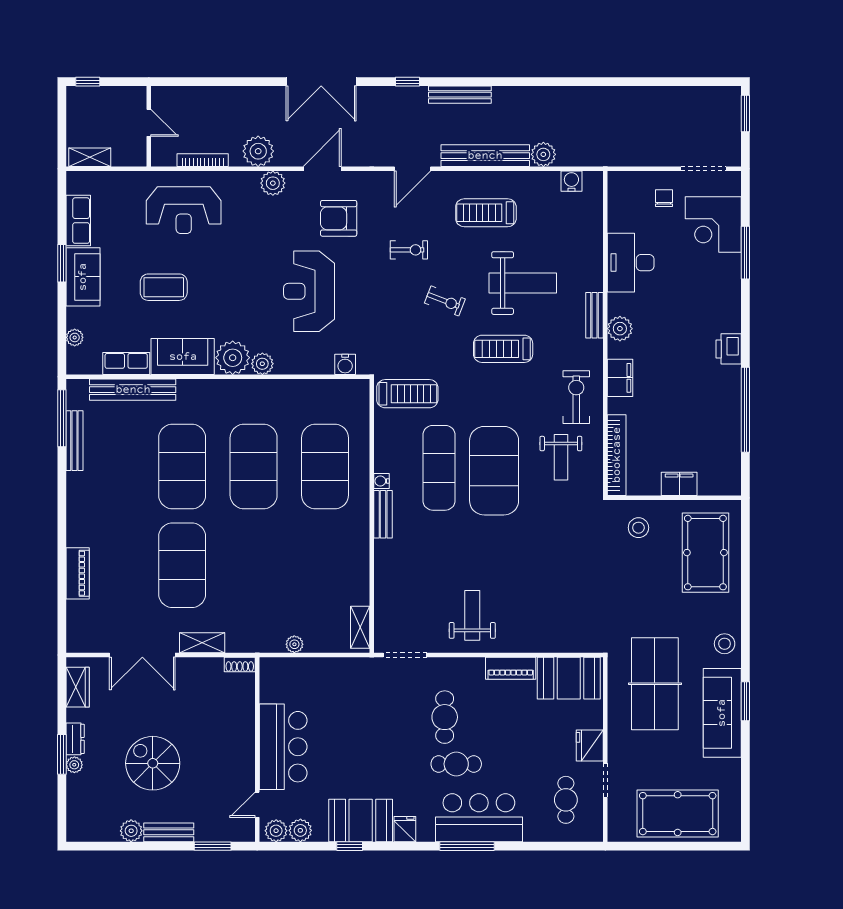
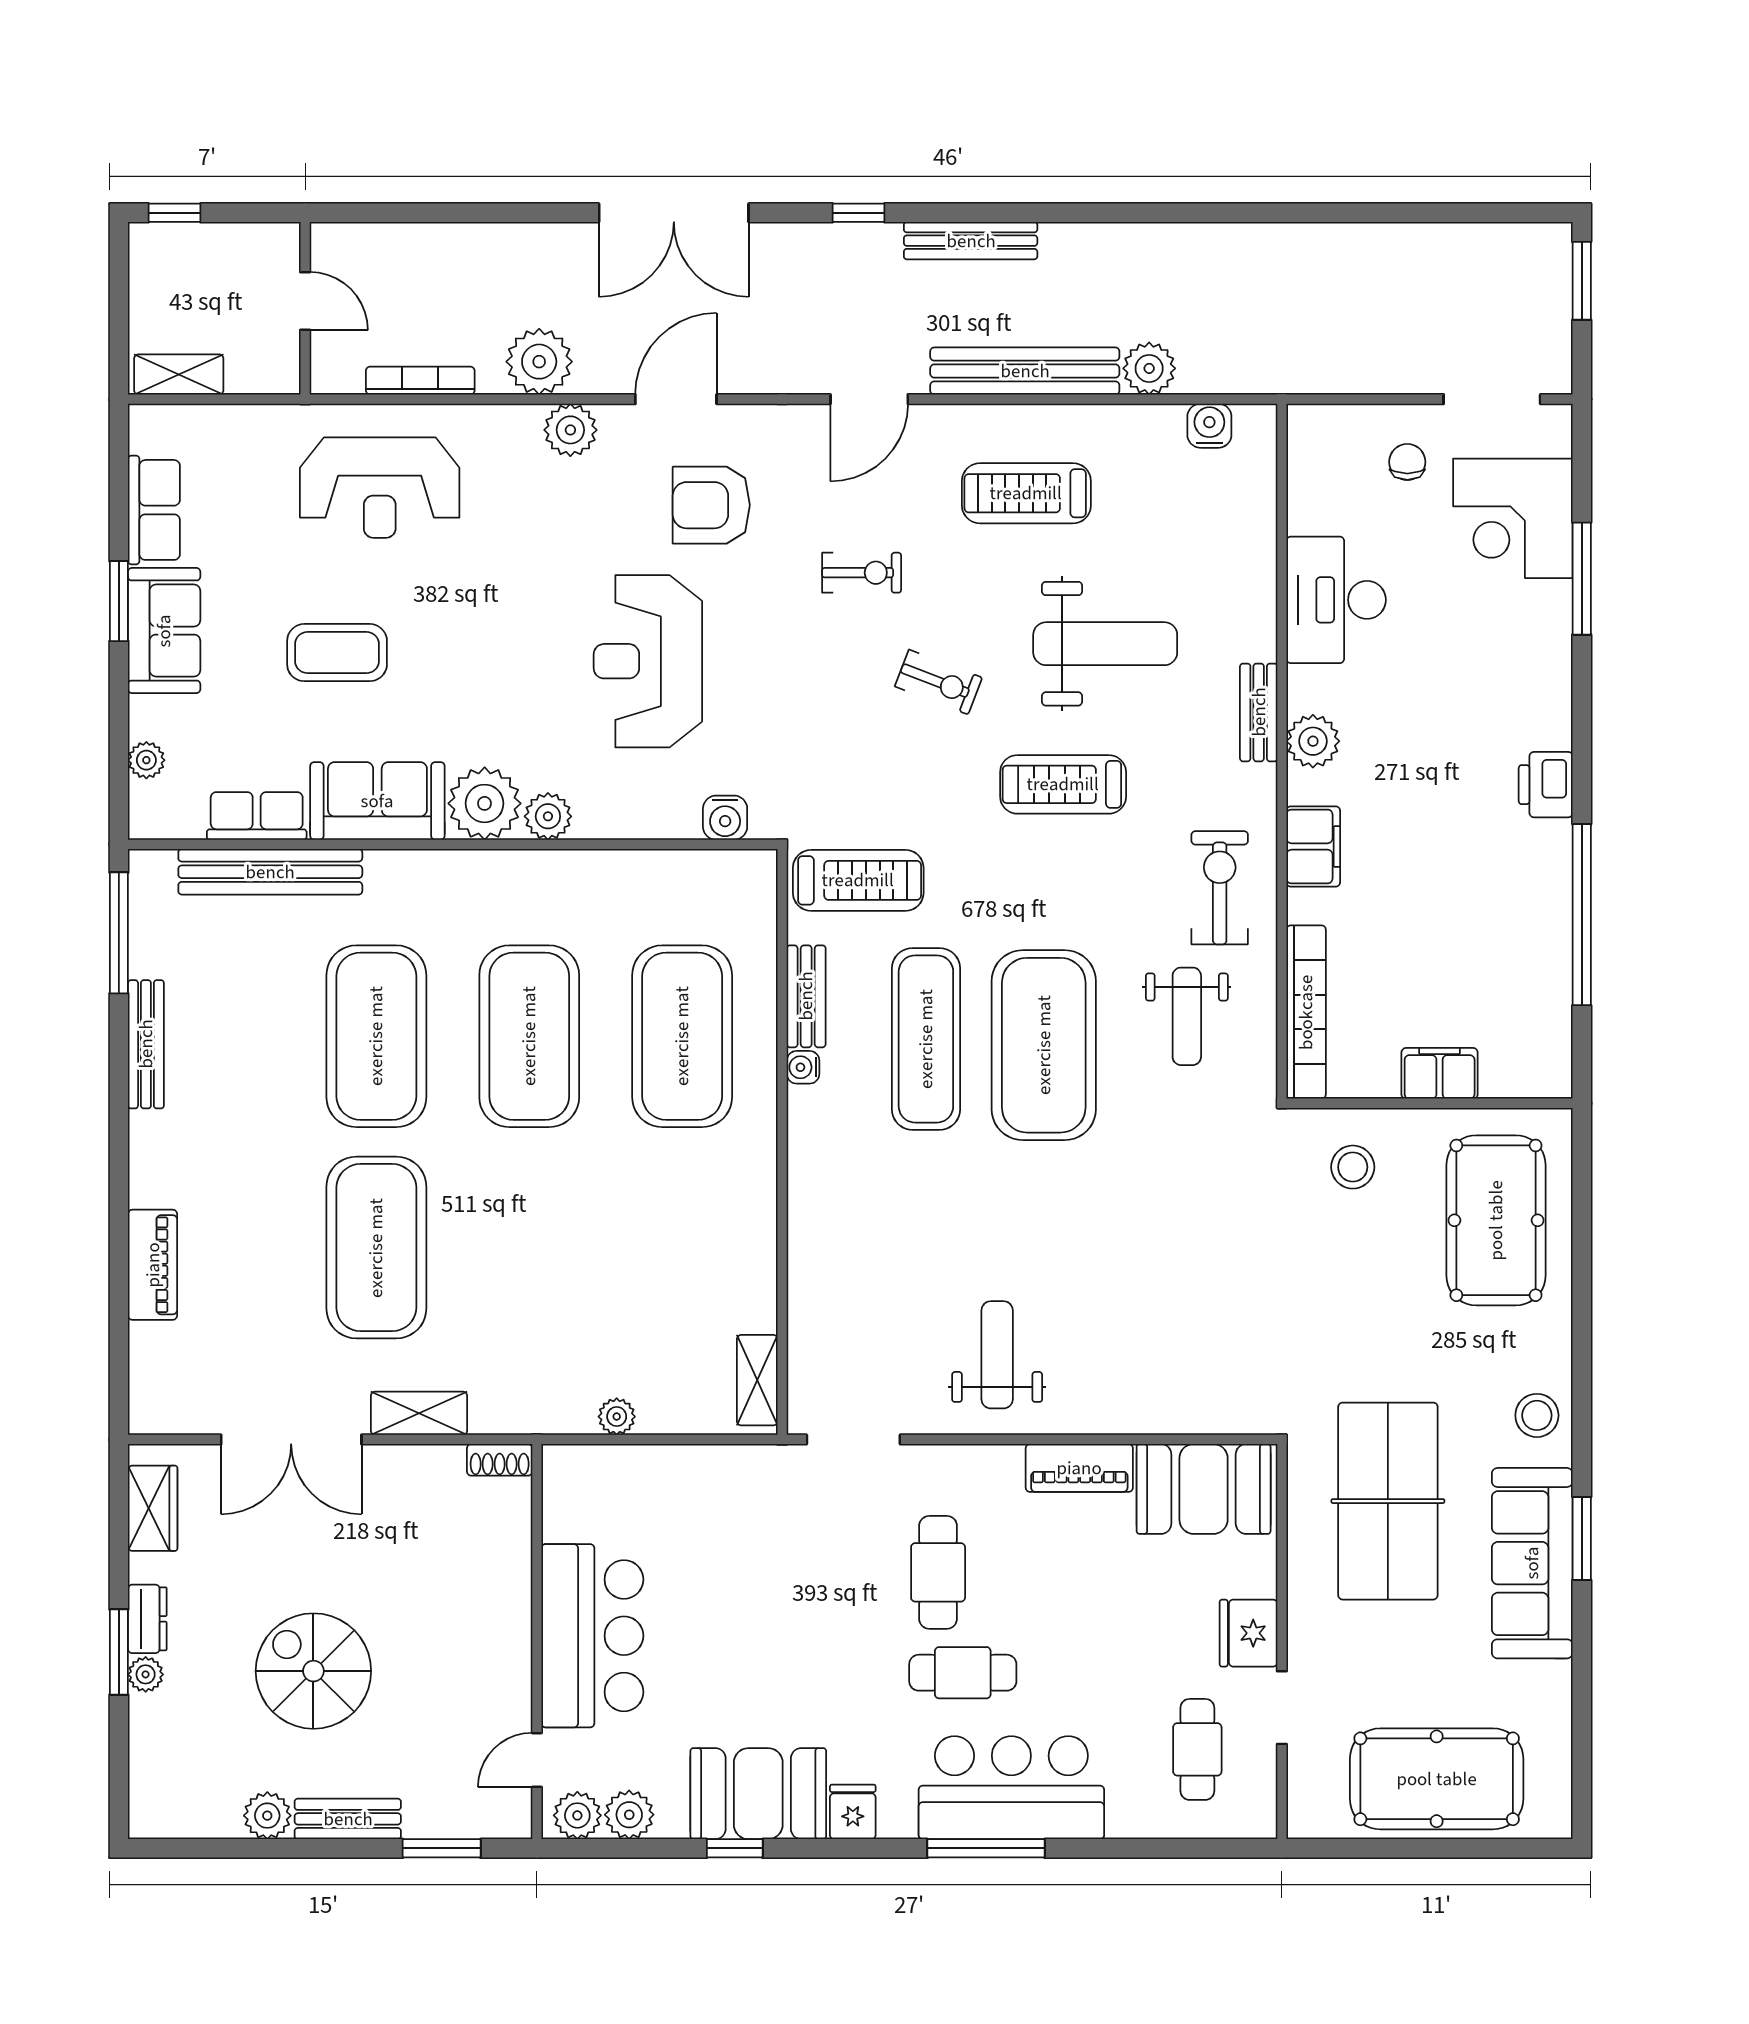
bench: (74, 441) -> (146, 1044), moved
bench: (383, 514) -> (806, 996), moved

